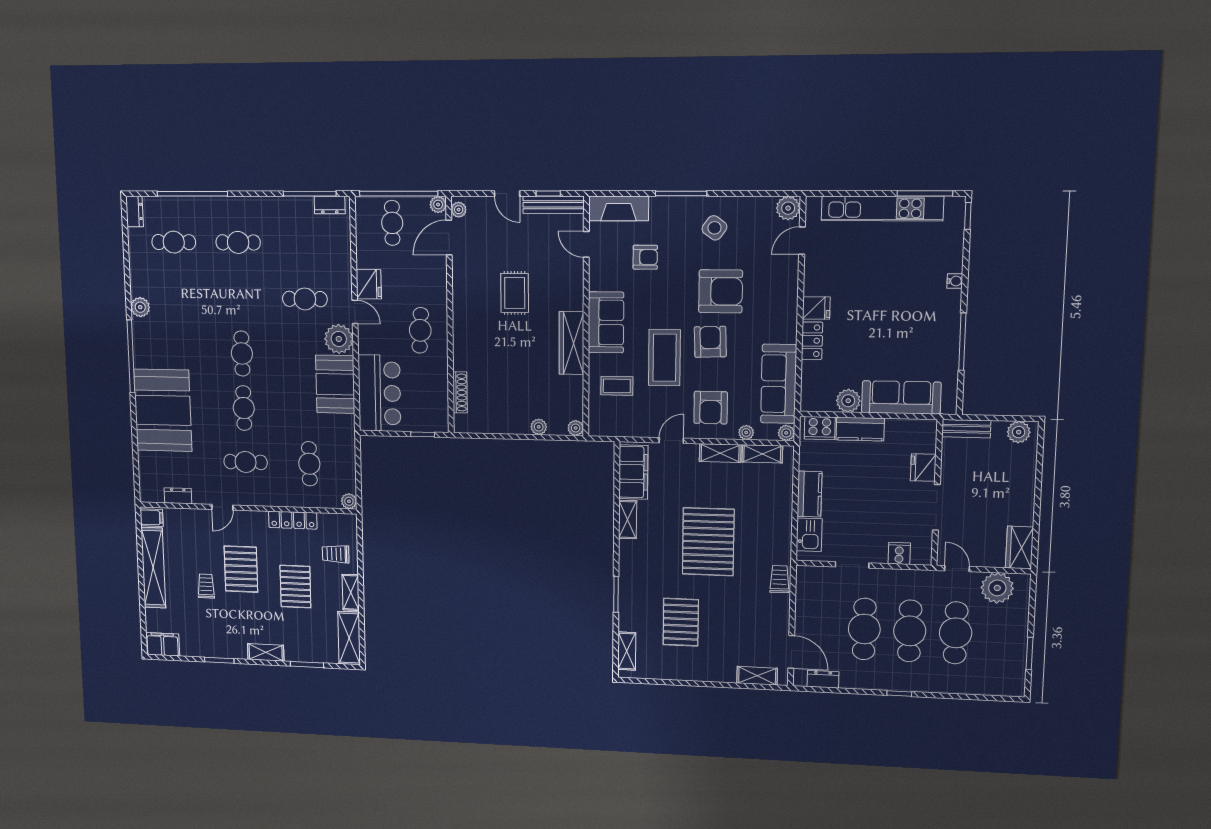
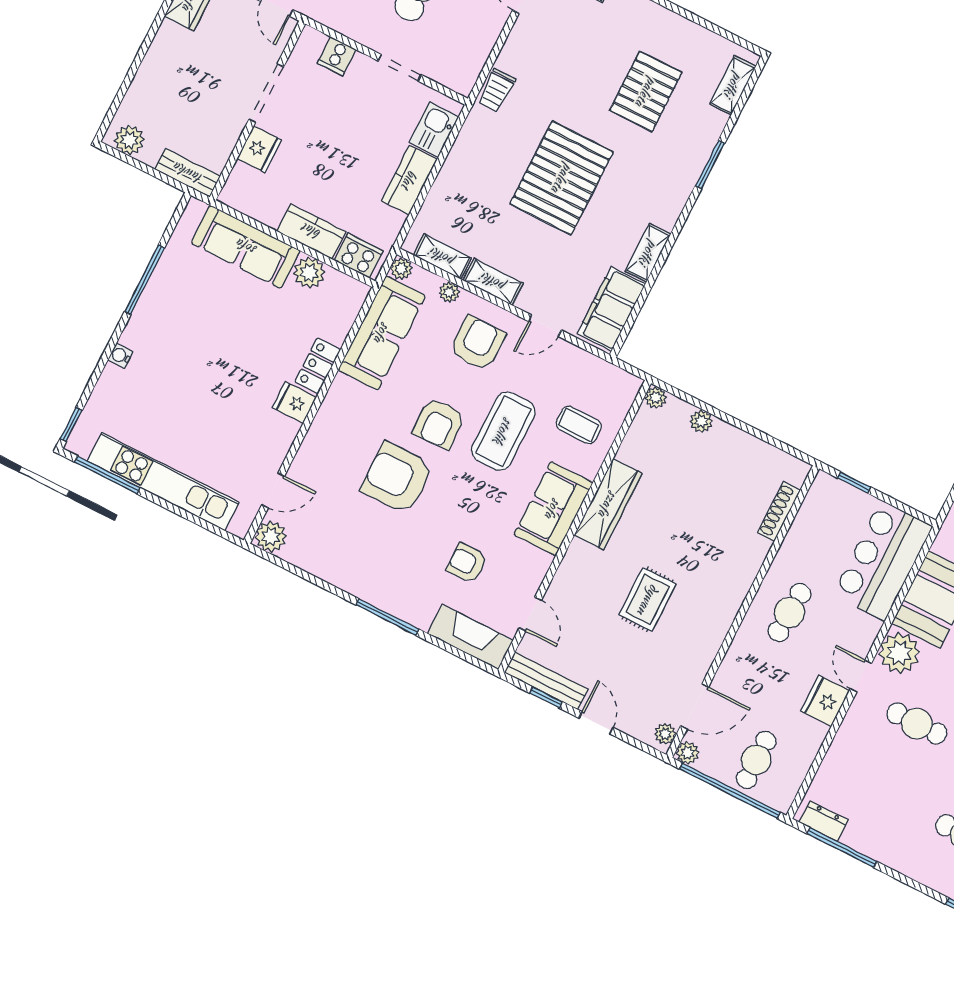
side table: (714, 228) -> (368, 557), removed

